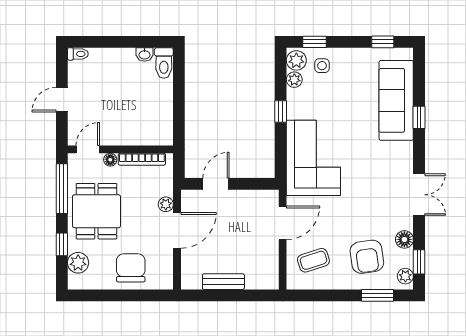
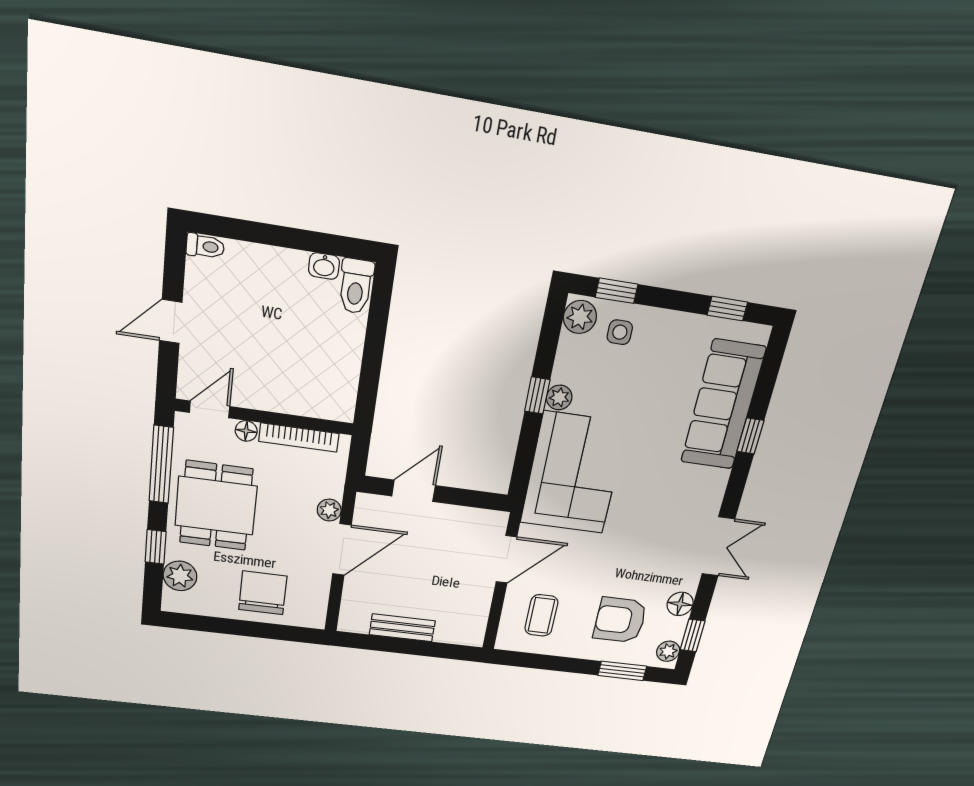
plant: (294, 80) -> (559, 397), moved
armchair: (367, 257) -> (620, 620), turned 98
coffee table: (313, 260) -> (541, 615), turned -72

